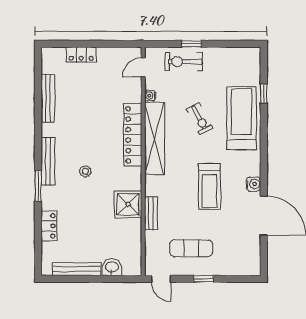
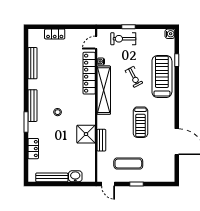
locker: (133, 135) -> (89, 73), moved
water cooler: (253, 184) -> (170, 34), moved

